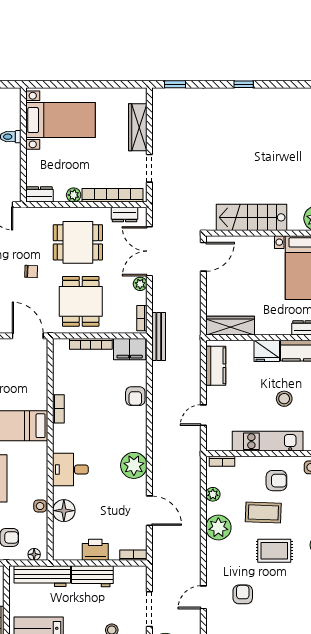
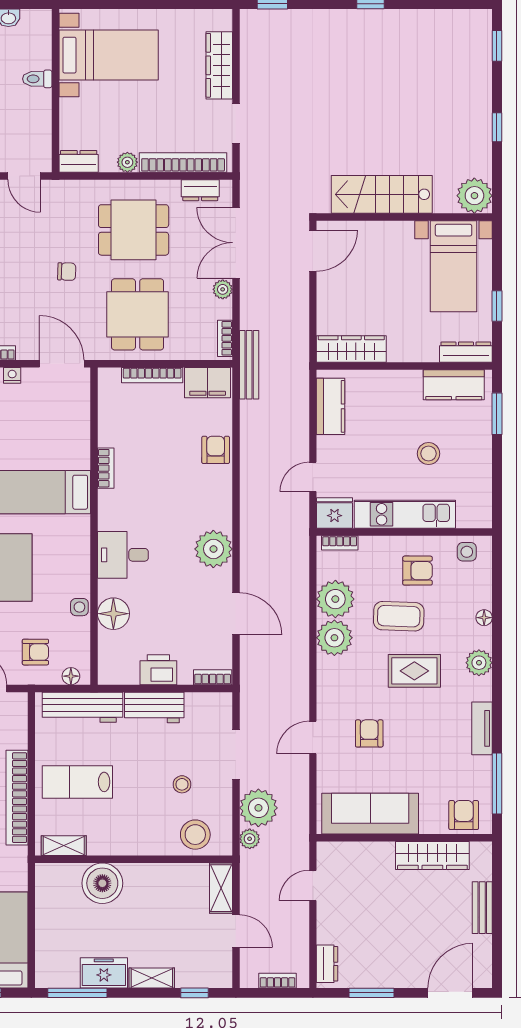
fridge: (267, 351) -> (334, 513), moved, turned 180
armchair: (135, 396) -> (216, 450), turned 180
plant: (213, 494) -> (335, 599), width x1.87, depth x1.87

